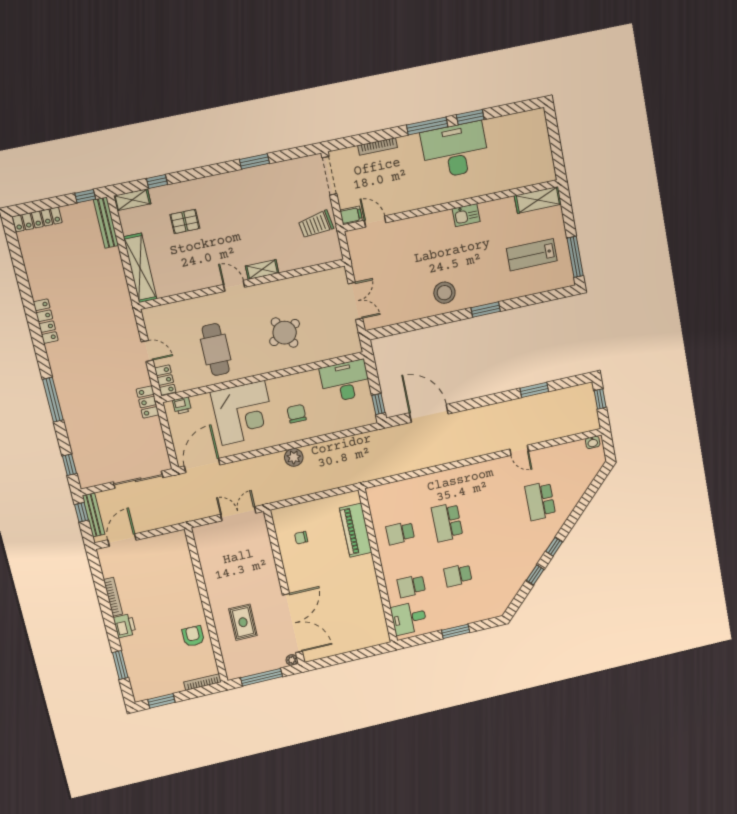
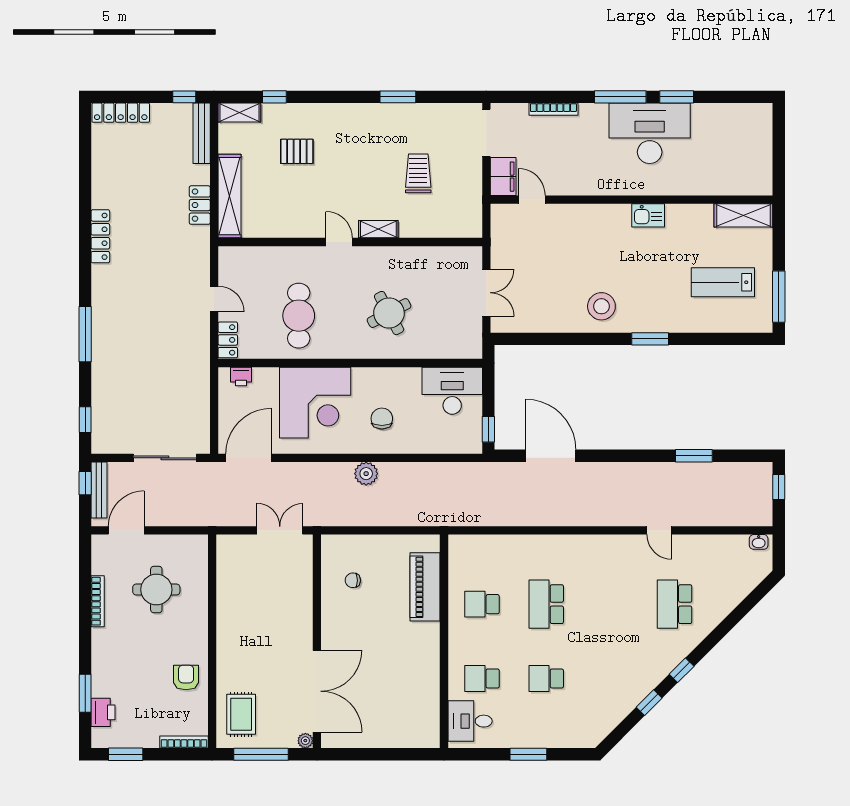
filing cabinet: (351, 215) -> (503, 177), width x2.00
trolley: (316, 224) -> (418, 173), moved, turned 99
locker: (148, 402) -> (200, 205), moved
round table: (155, 578) -> (156, 590), added
rug: (243, 622) -> (241, 714), moved
printer: (125, 626) -> (103, 712), moved

